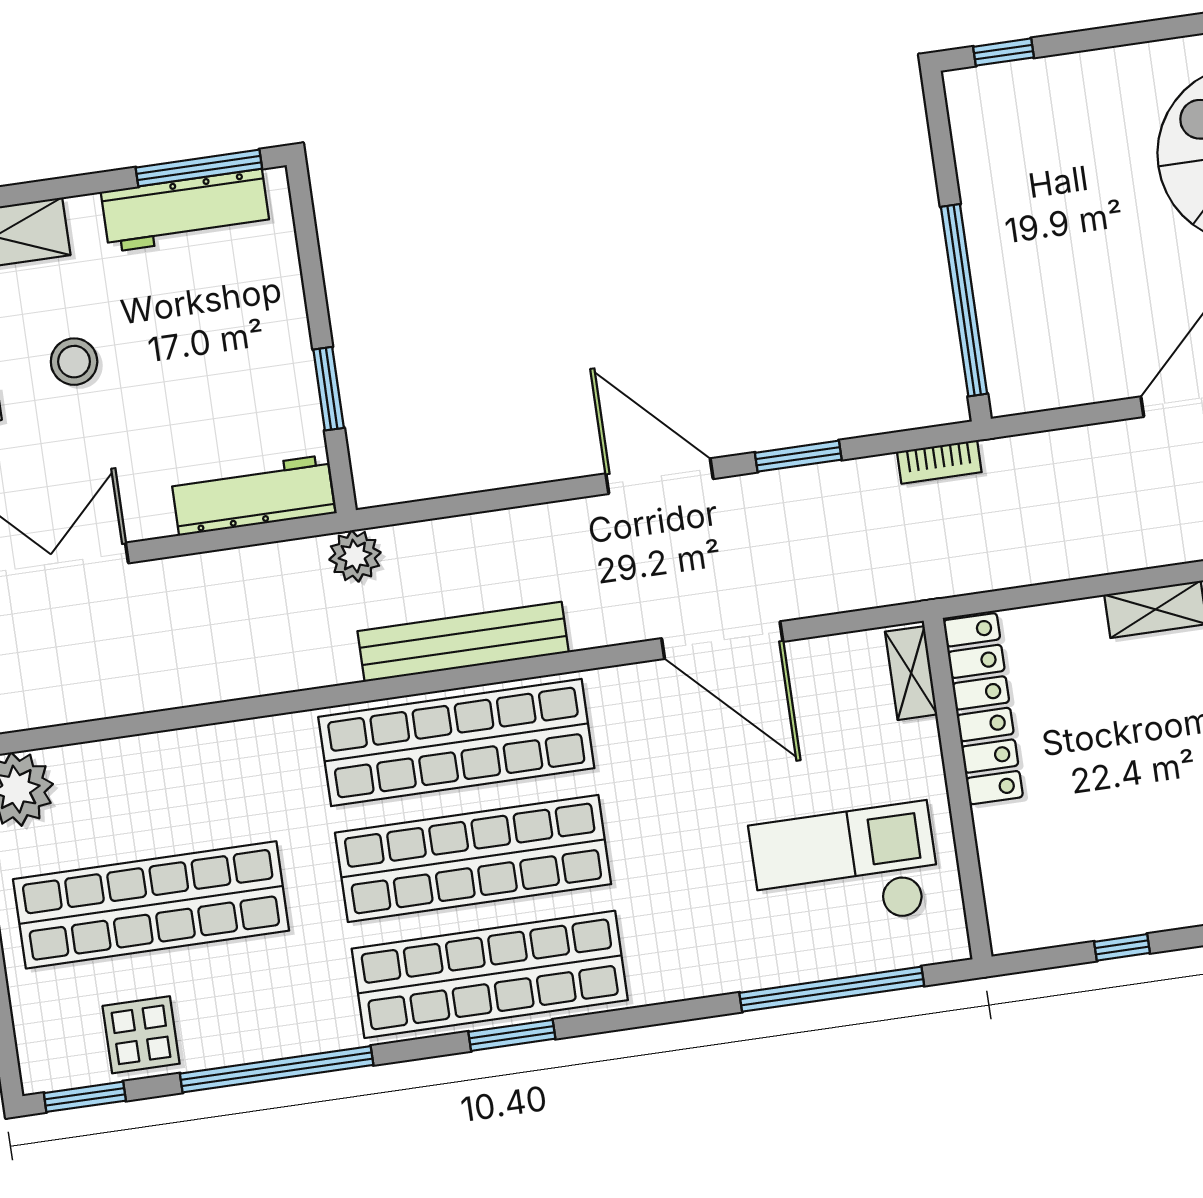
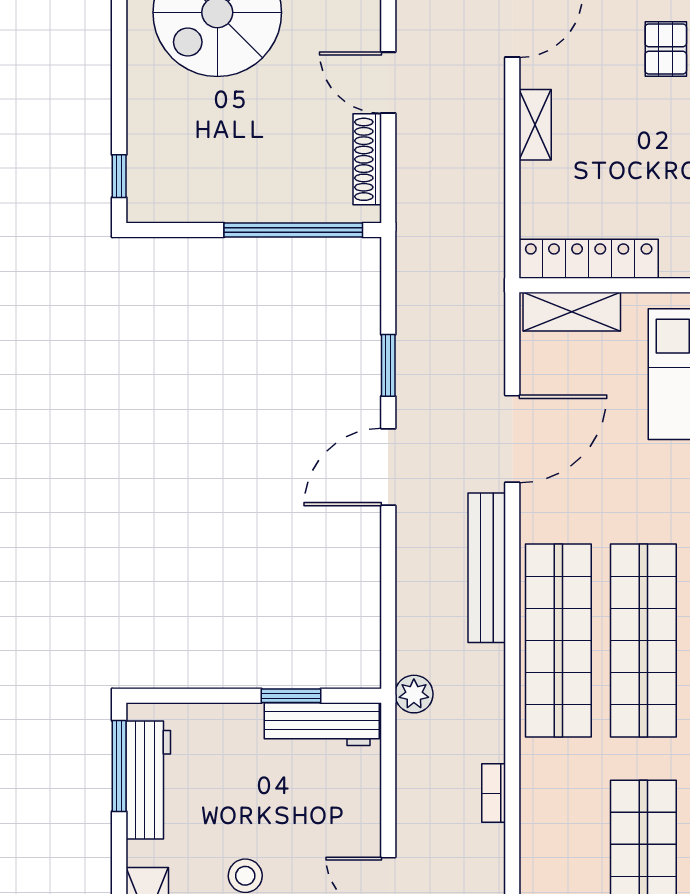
shoe rack: (1075, 387) -> (367, 159), added
bookcase: (939, 462) -> (494, 793), moved, turned 180
workbench: (253, 495) -> (322, 724), moved, turned -90
bench: (463, 642) -> (487, 568), moved
shelving: (911, 673) -> (572, 312), width x1.50, depth x1.33

